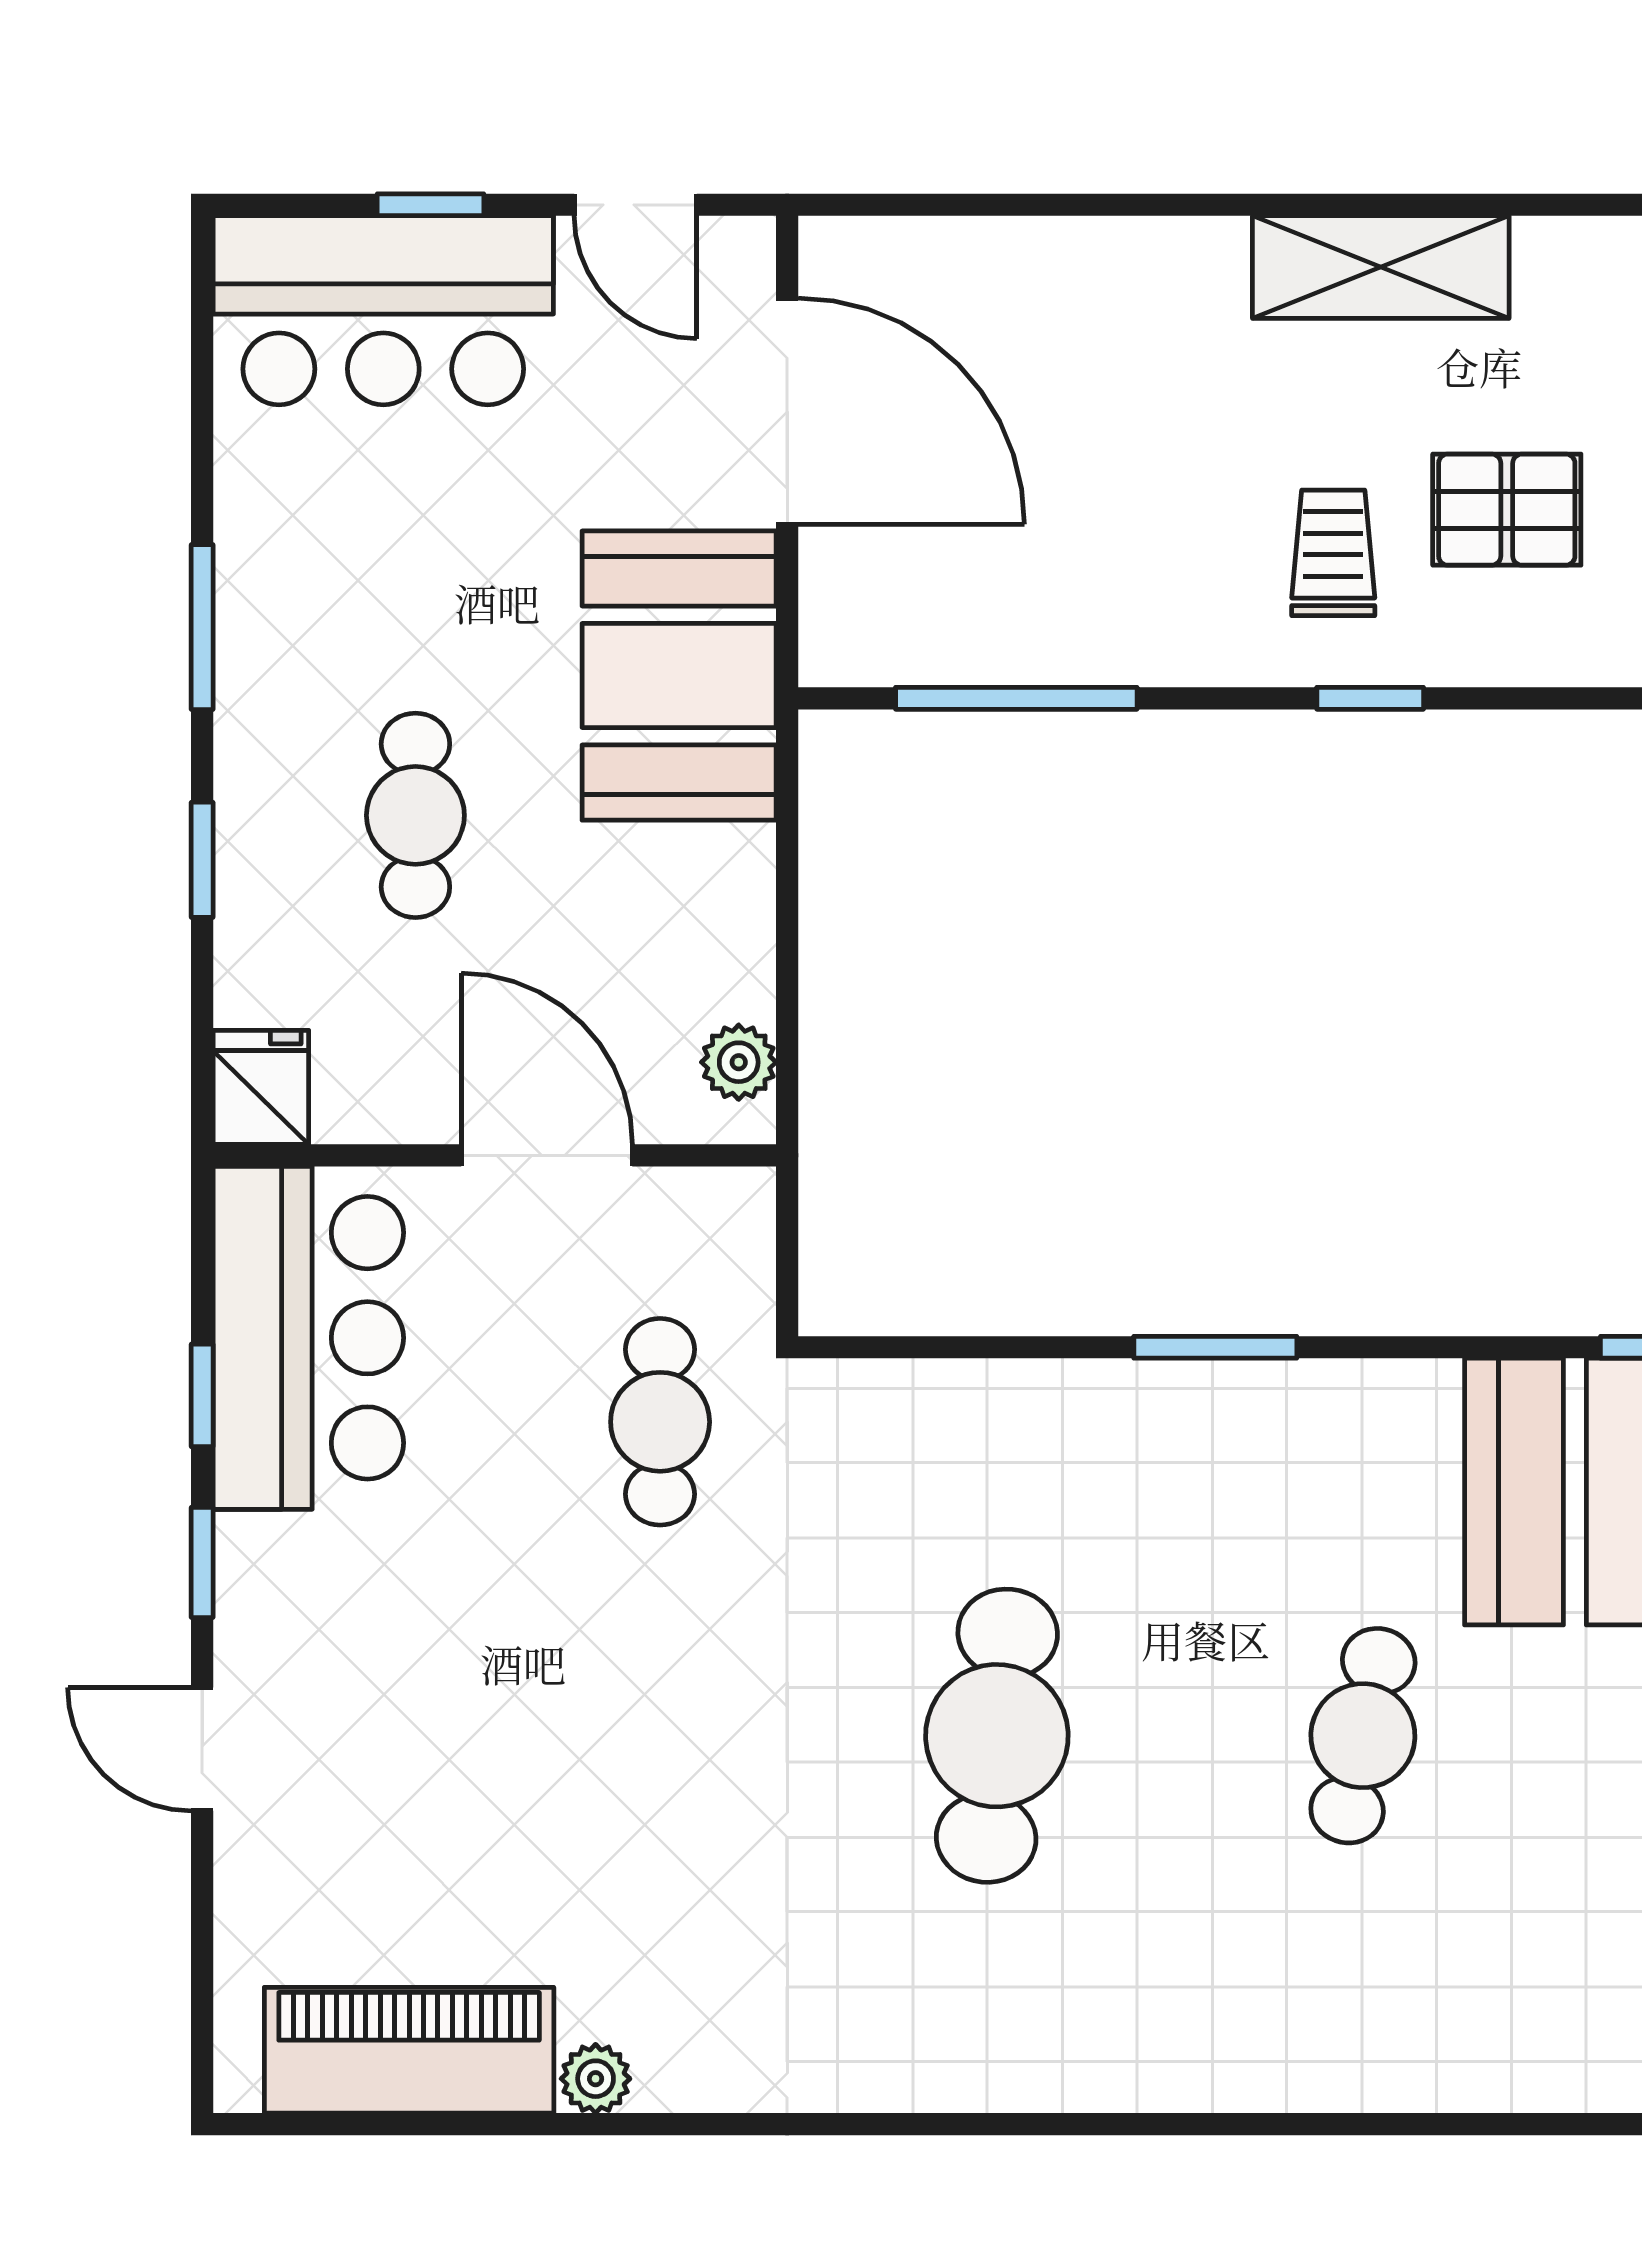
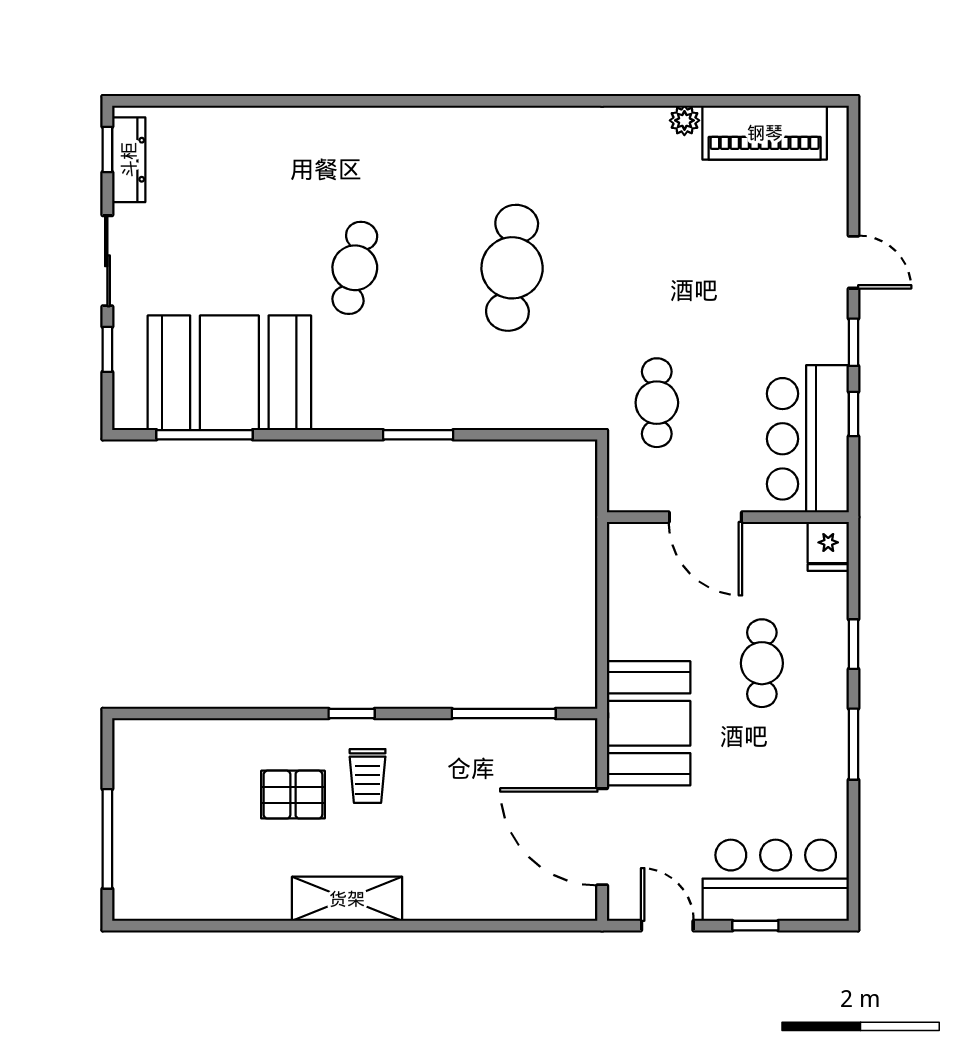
plant: (739, 1062) -> (623, 557), removed

